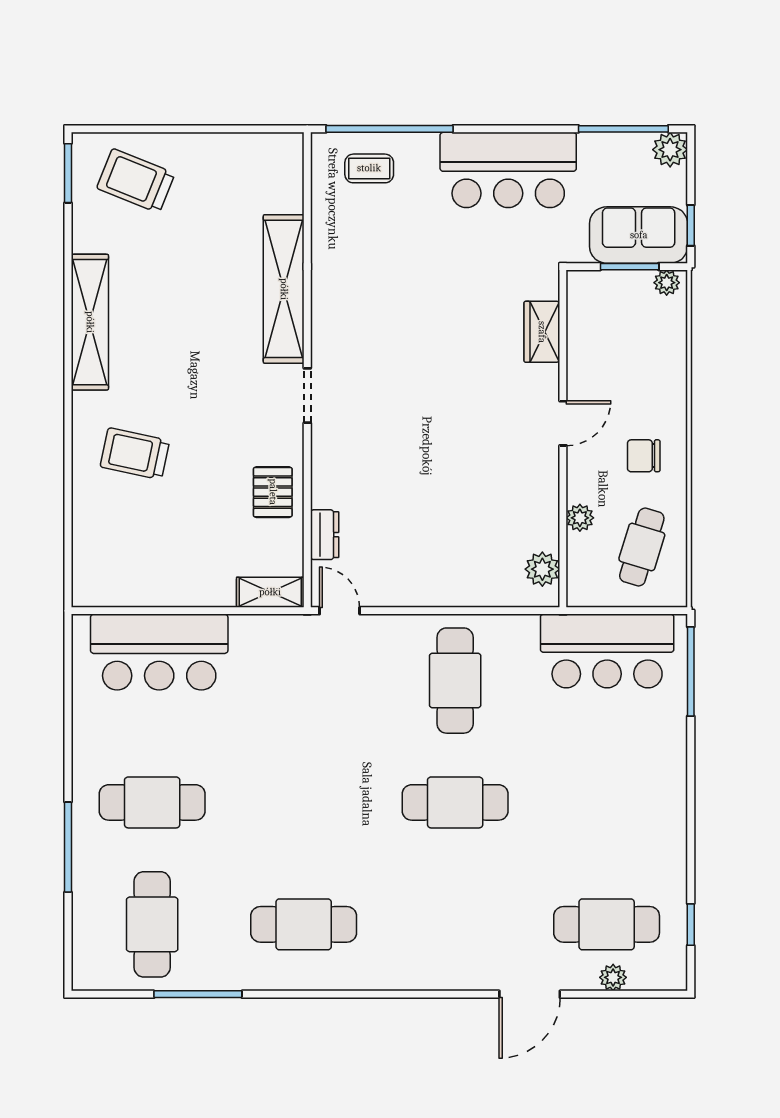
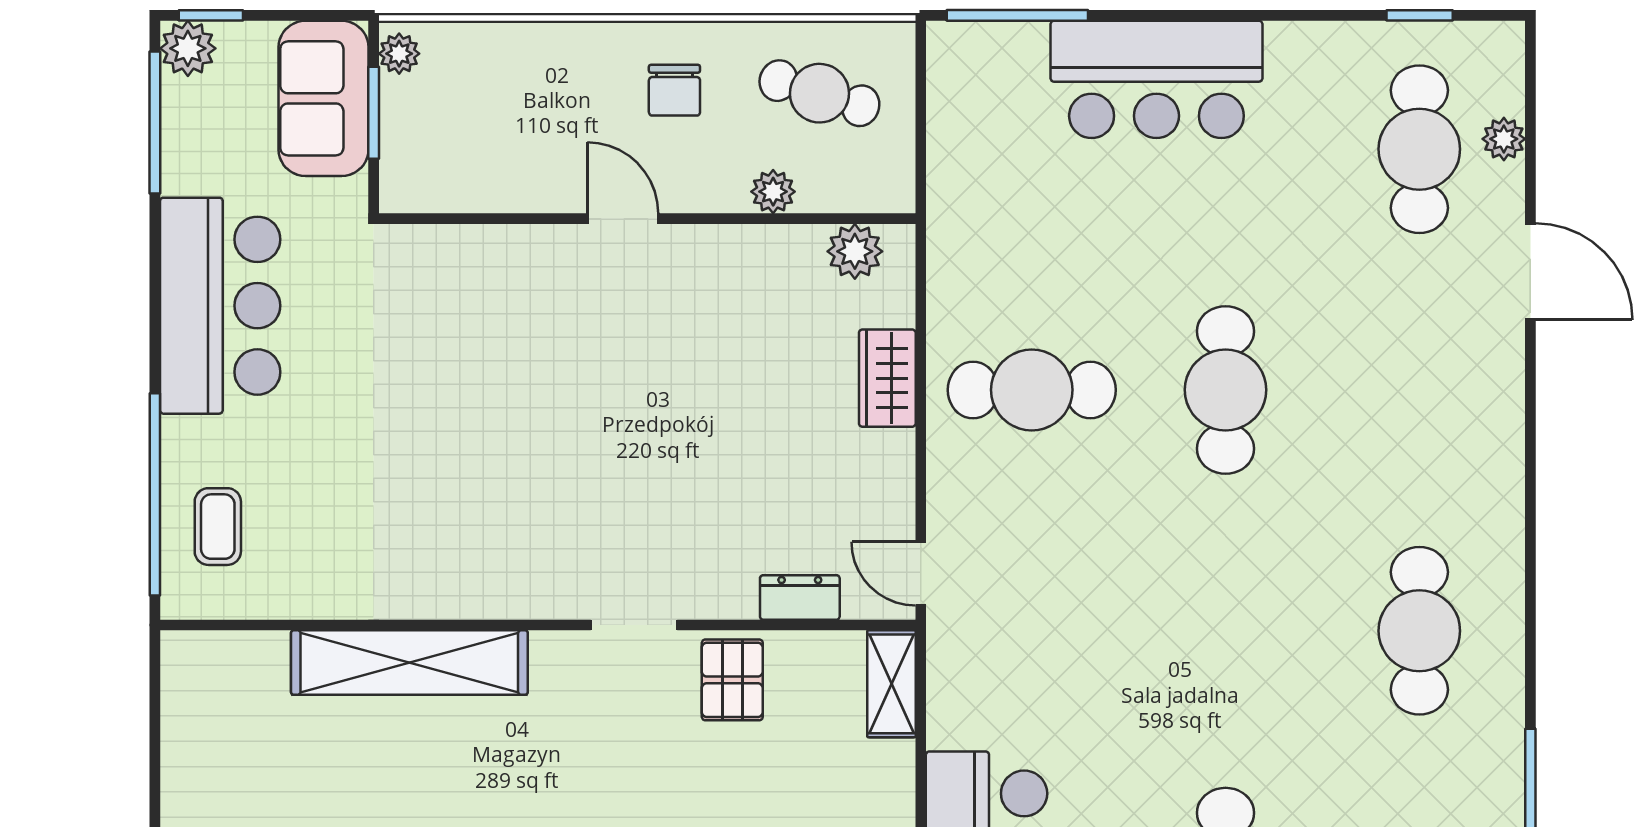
window: (691, 225) -> (211, 15), moved
wardrobe: (542, 332) -> (887, 378), moved, turned 90
doorway: (307, 395) -> (634, 625), moved
pallet: (273, 492) -> (732, 680), turned 90
door: (340, 611) -> (921, 574), hinge flipped
bar counter: (607, 651) -> (1156, 79), moved, turned 90

